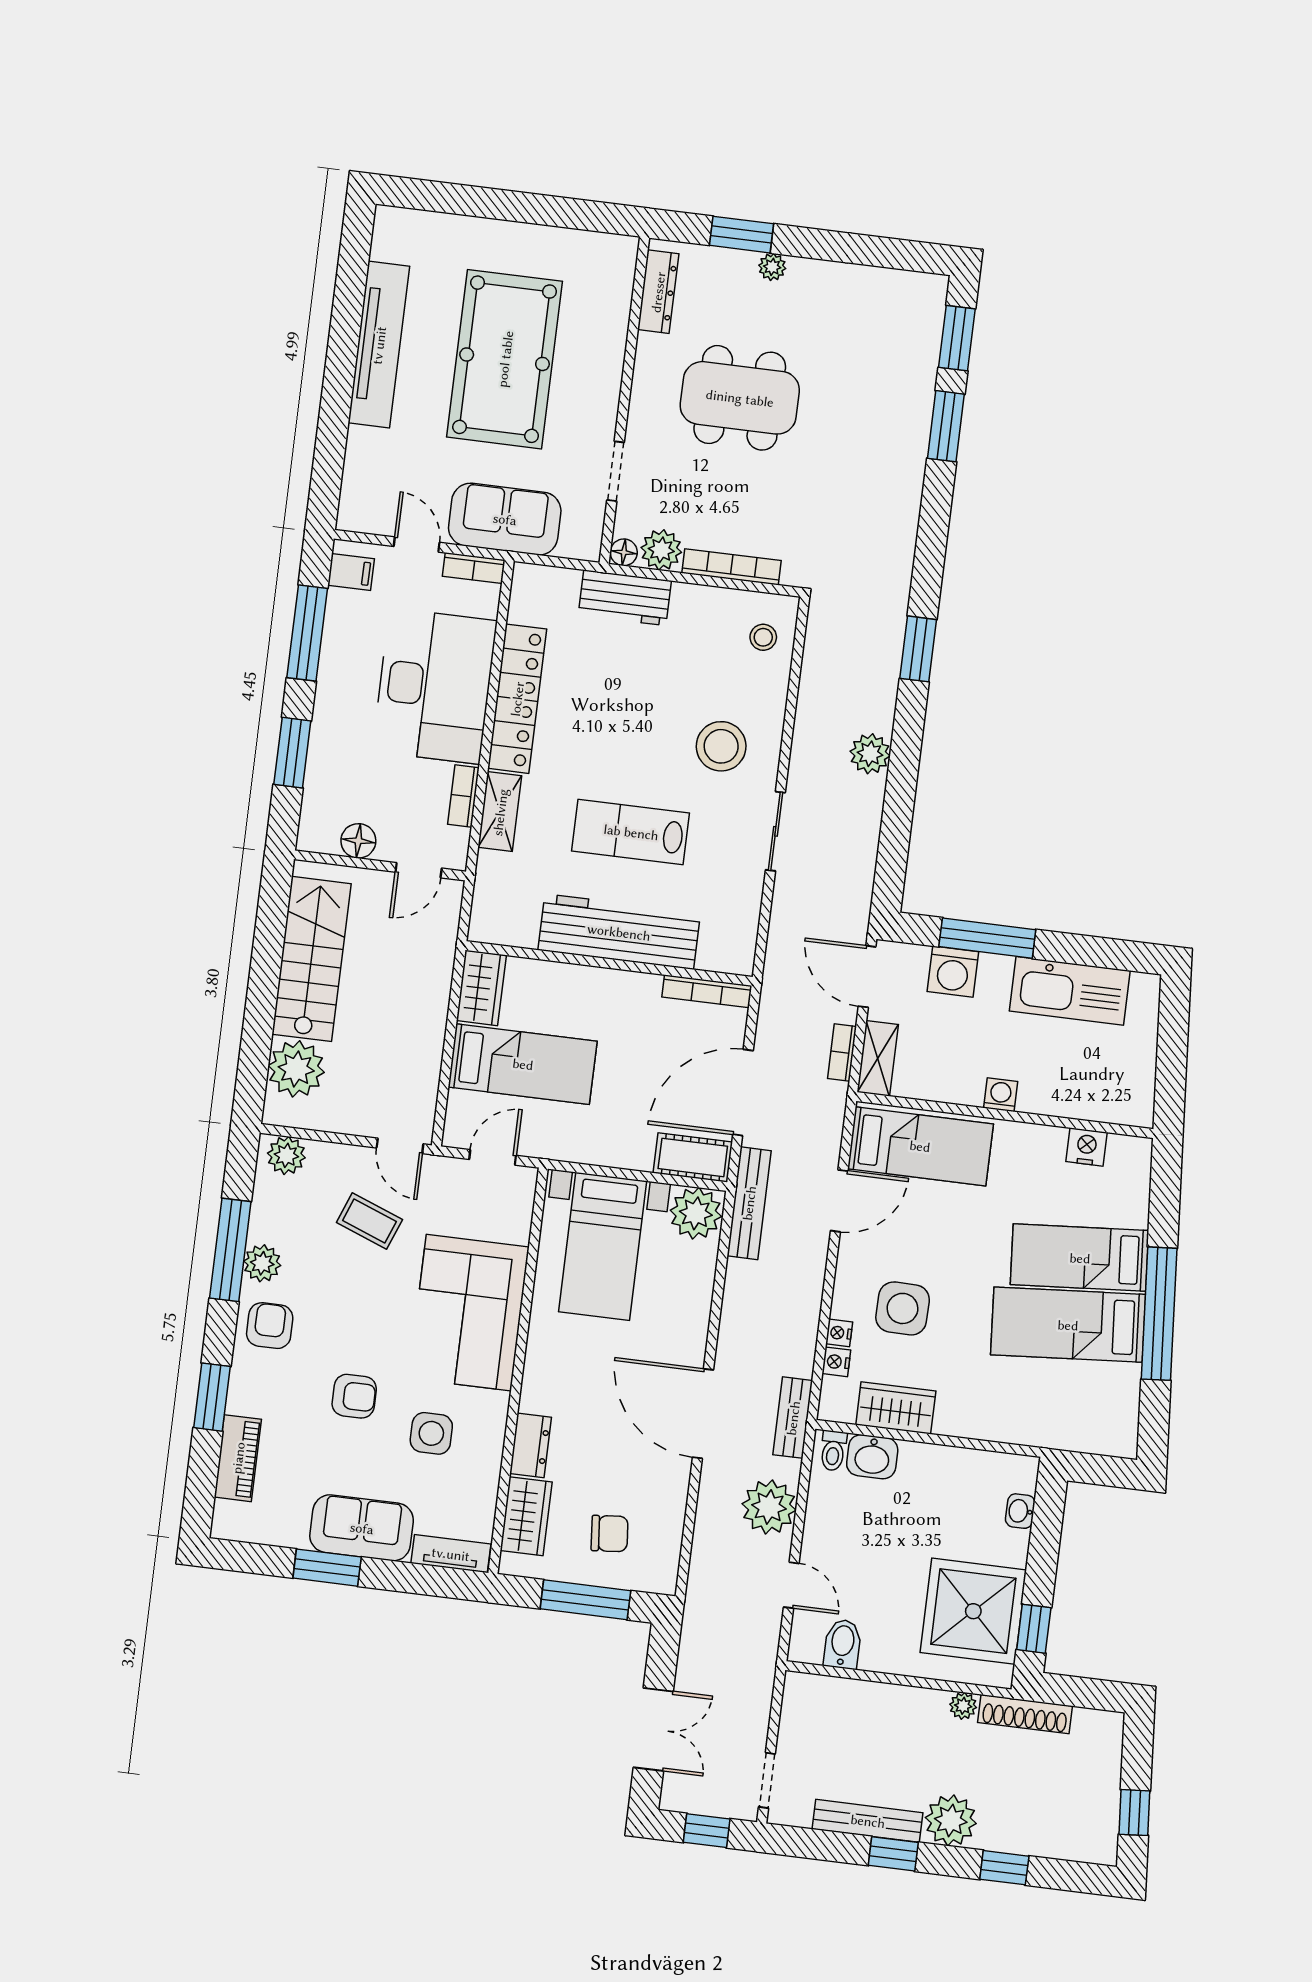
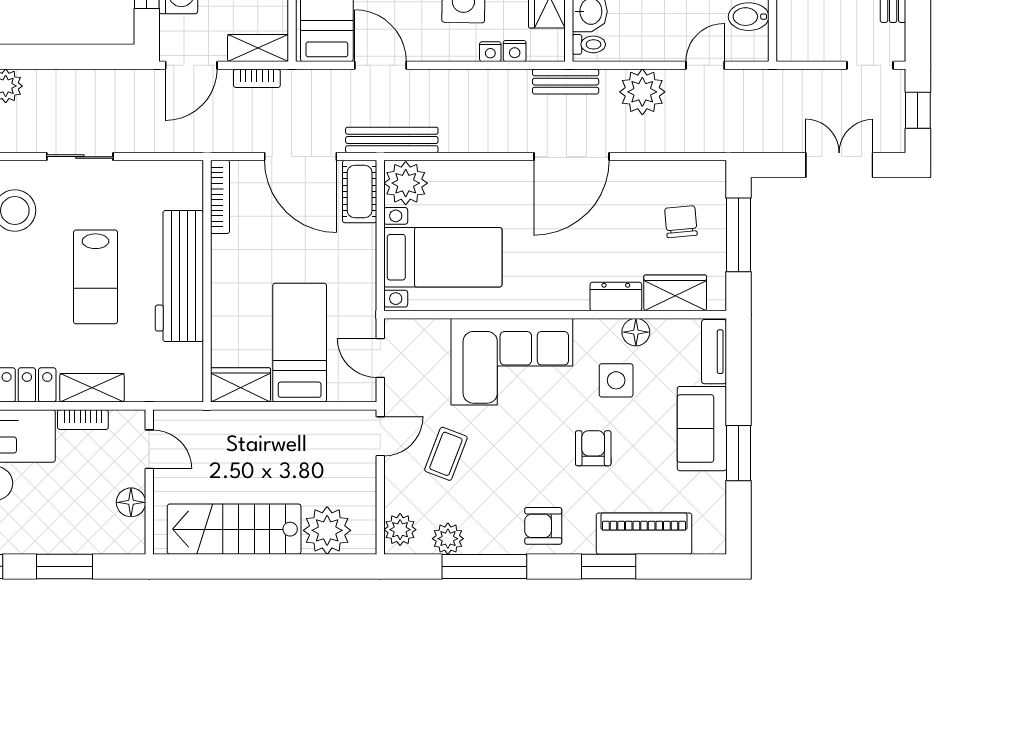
plant: (262, 1263) -> (448, 539), moved
piano: (238, 1458) -> (644, 534), width x1.37, depth x1.33
floor lamp: (485, 1464) -> (636, 332), added

